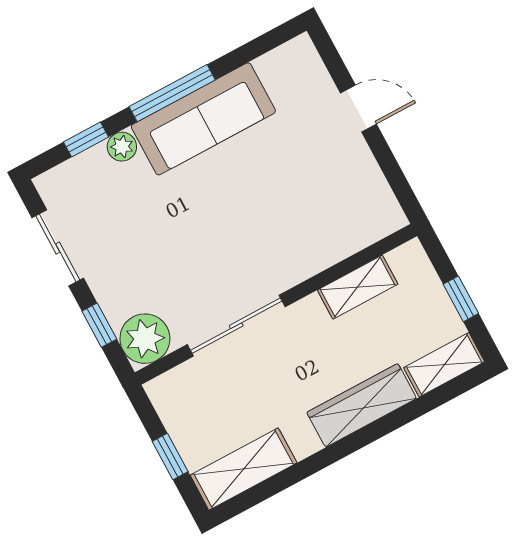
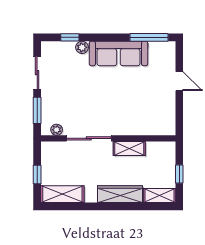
window: (172, 93) -> (149, 37), moved
shelving: (358, 287) -> (129, 149), moved
window: (99, 325) -> (37, 110), width x1.50
plant: (145, 339) -> (57, 130), width x0.53, depth x0.53

